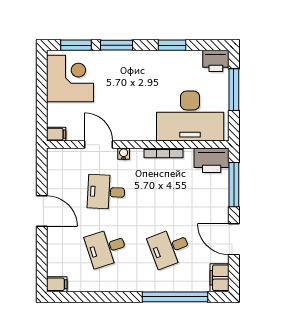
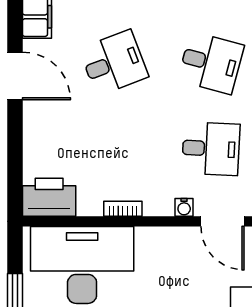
bookcase: (163, 153) -> (123, 209), width x0.64
window: (234, 185) -> (15, 160), removed
desk: (106, 248) -> (211, 63), turned 33

